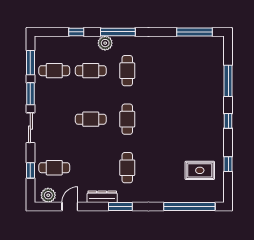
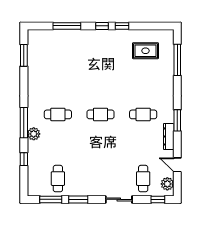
window: (195, 32) -> (24, 55), width x0.69
cafe table: (91, 71) -> (58, 146), removed
cafe table: (91, 119) -> (101, 146), removed
sliding door: (30, 128) -> (119, 199), moved
window: (228, 164) -> (122, 26), moved
window: (30, 170) -> (158, 199), moved
rug: (200, 170) -> (145, 51), turned 90
window: (189, 206) -> (177, 60), width x0.68

